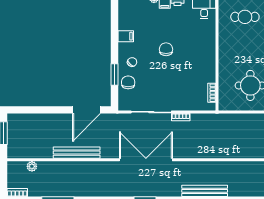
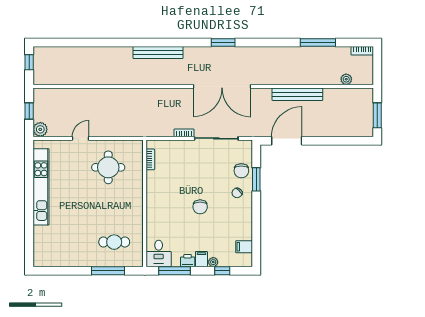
filing cabinet: (126, 36) -> (244, 247), moved

